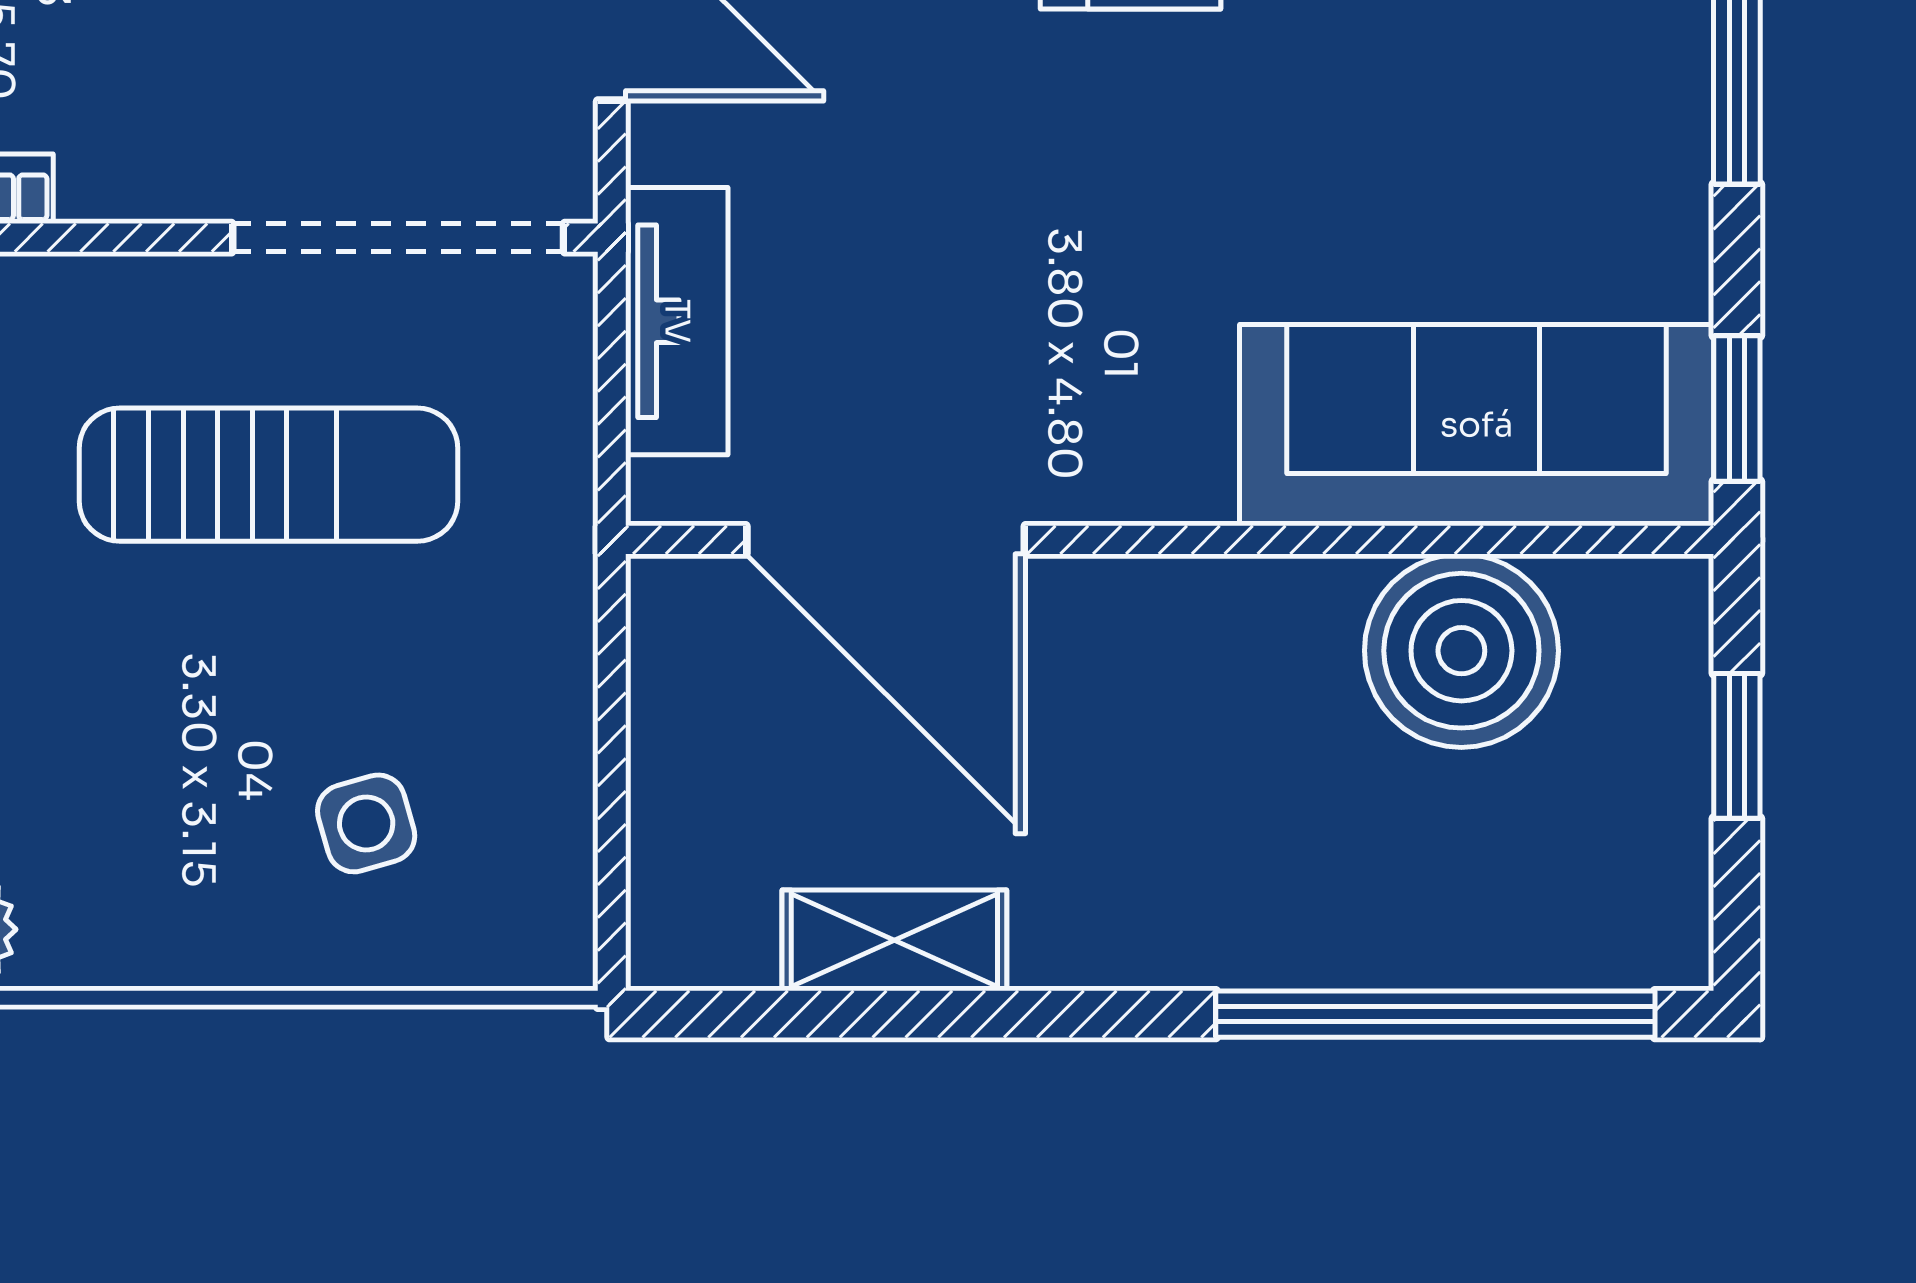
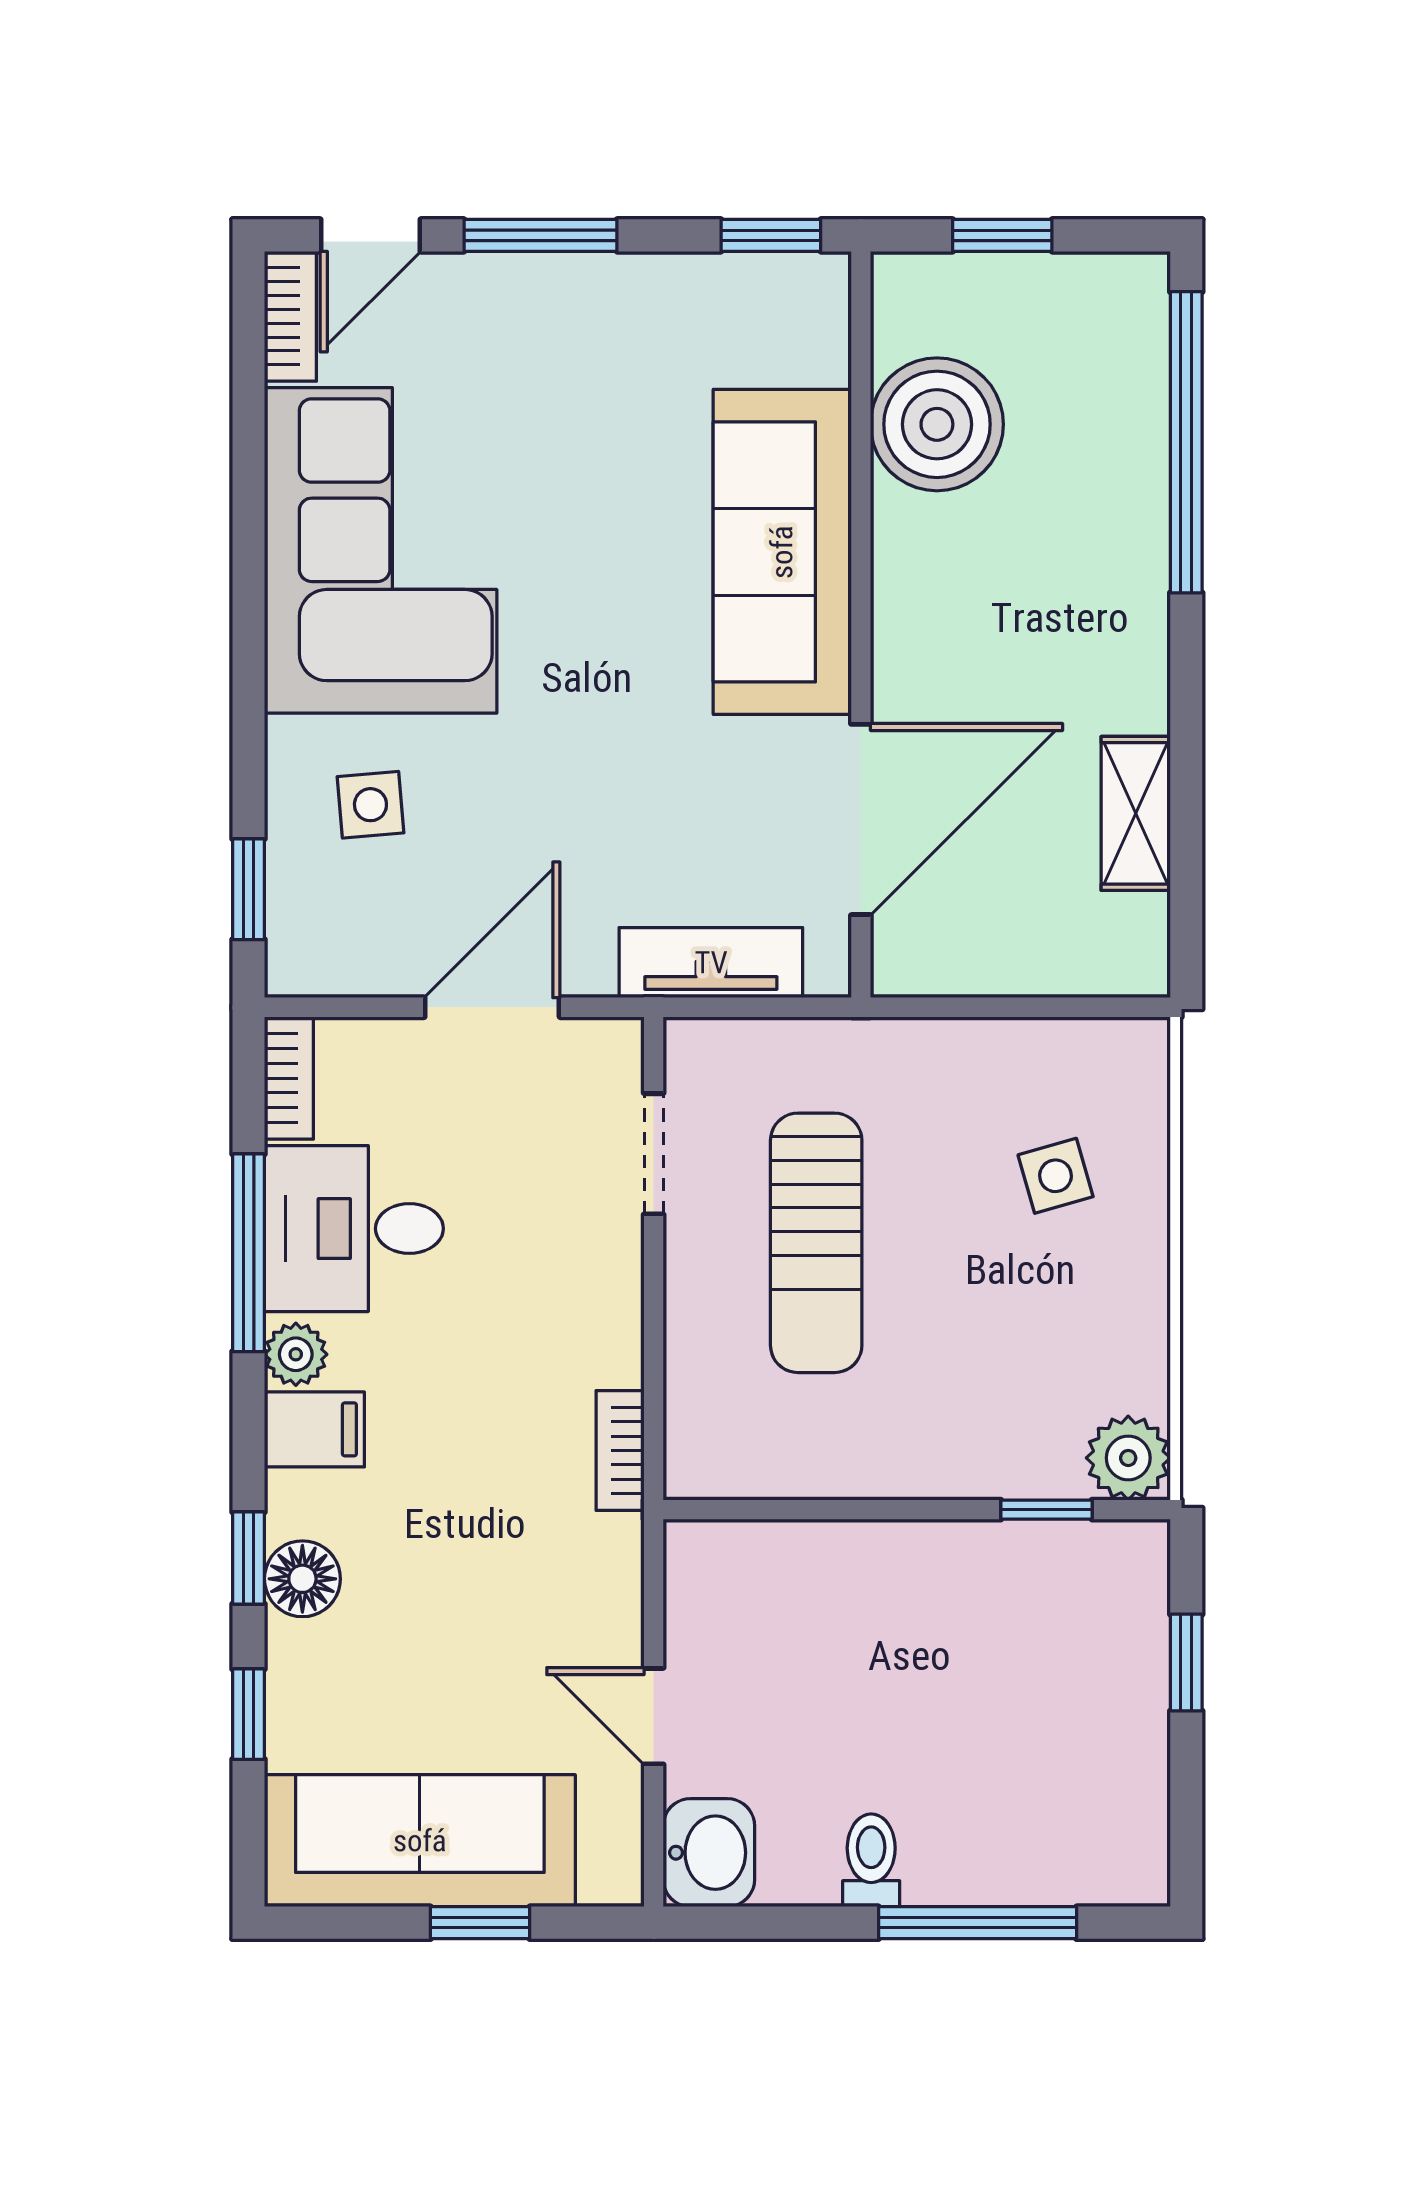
doorway: (398, 238) -> (654, 1154), width x0.53
sofa: (1477, 425) -> (782, 552), moved
sun lounger: (268, 475) -> (816, 1243), turned 180

